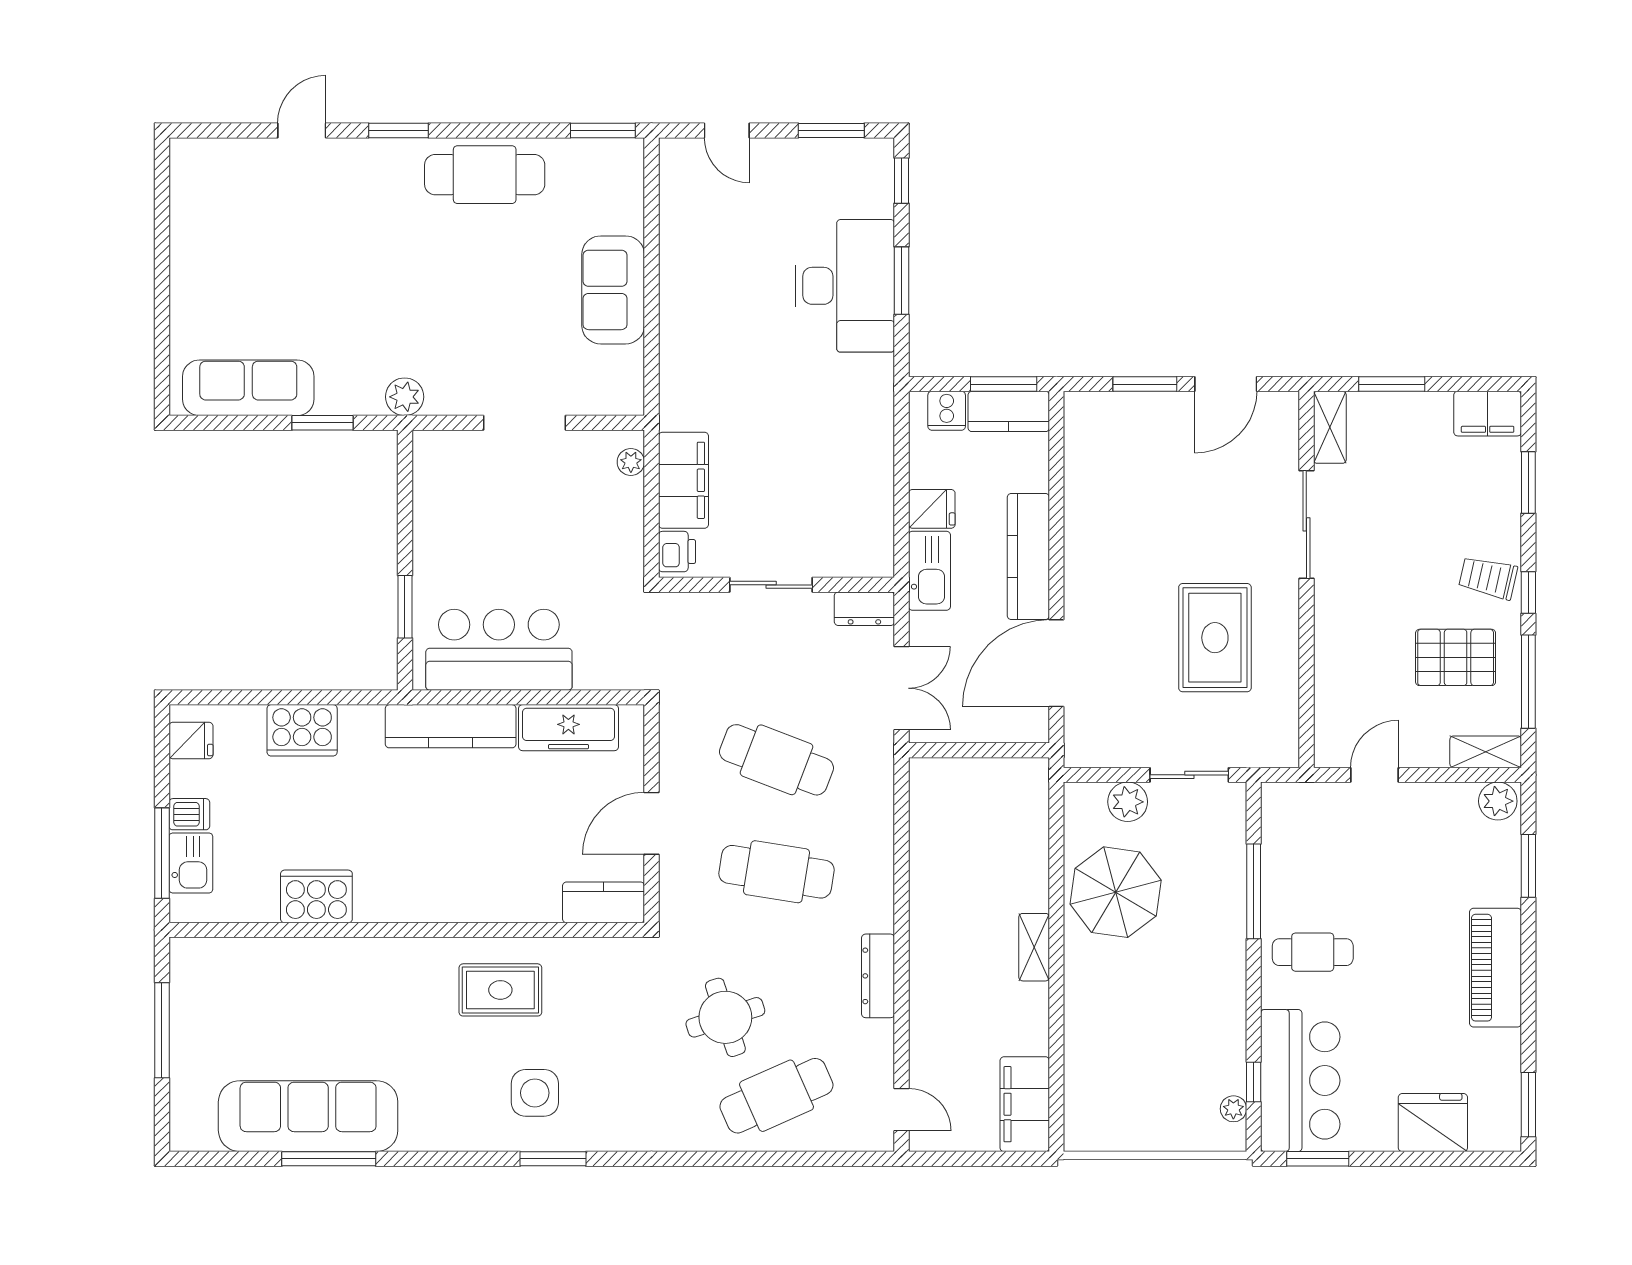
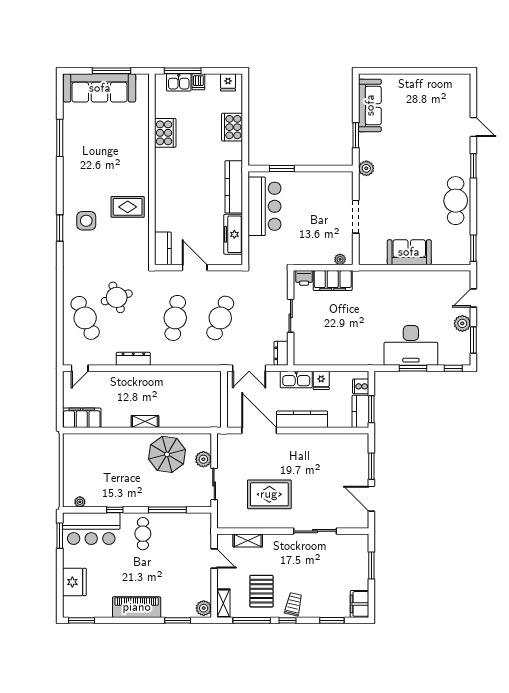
plant: (790, 158) -> (462, 323), added
shelving: (1330, 427) -> (248, 541), moved
rug: (500, 990) -> (128, 207), turned 90
window: (1254, 1082) -> (115, 510), moved
sofa: (308, 1116) -> (100, 88), moved, turned 90

